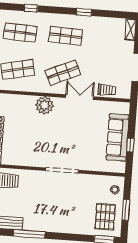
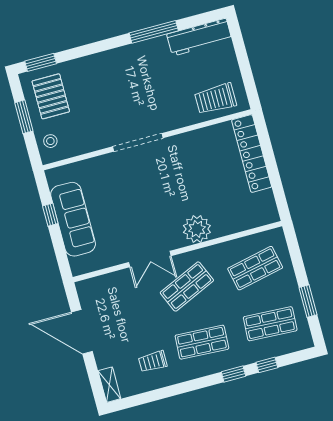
window: (84, 12) -> (233, 374), moved
trolley: (107, 90) -> (153, 361), moved

